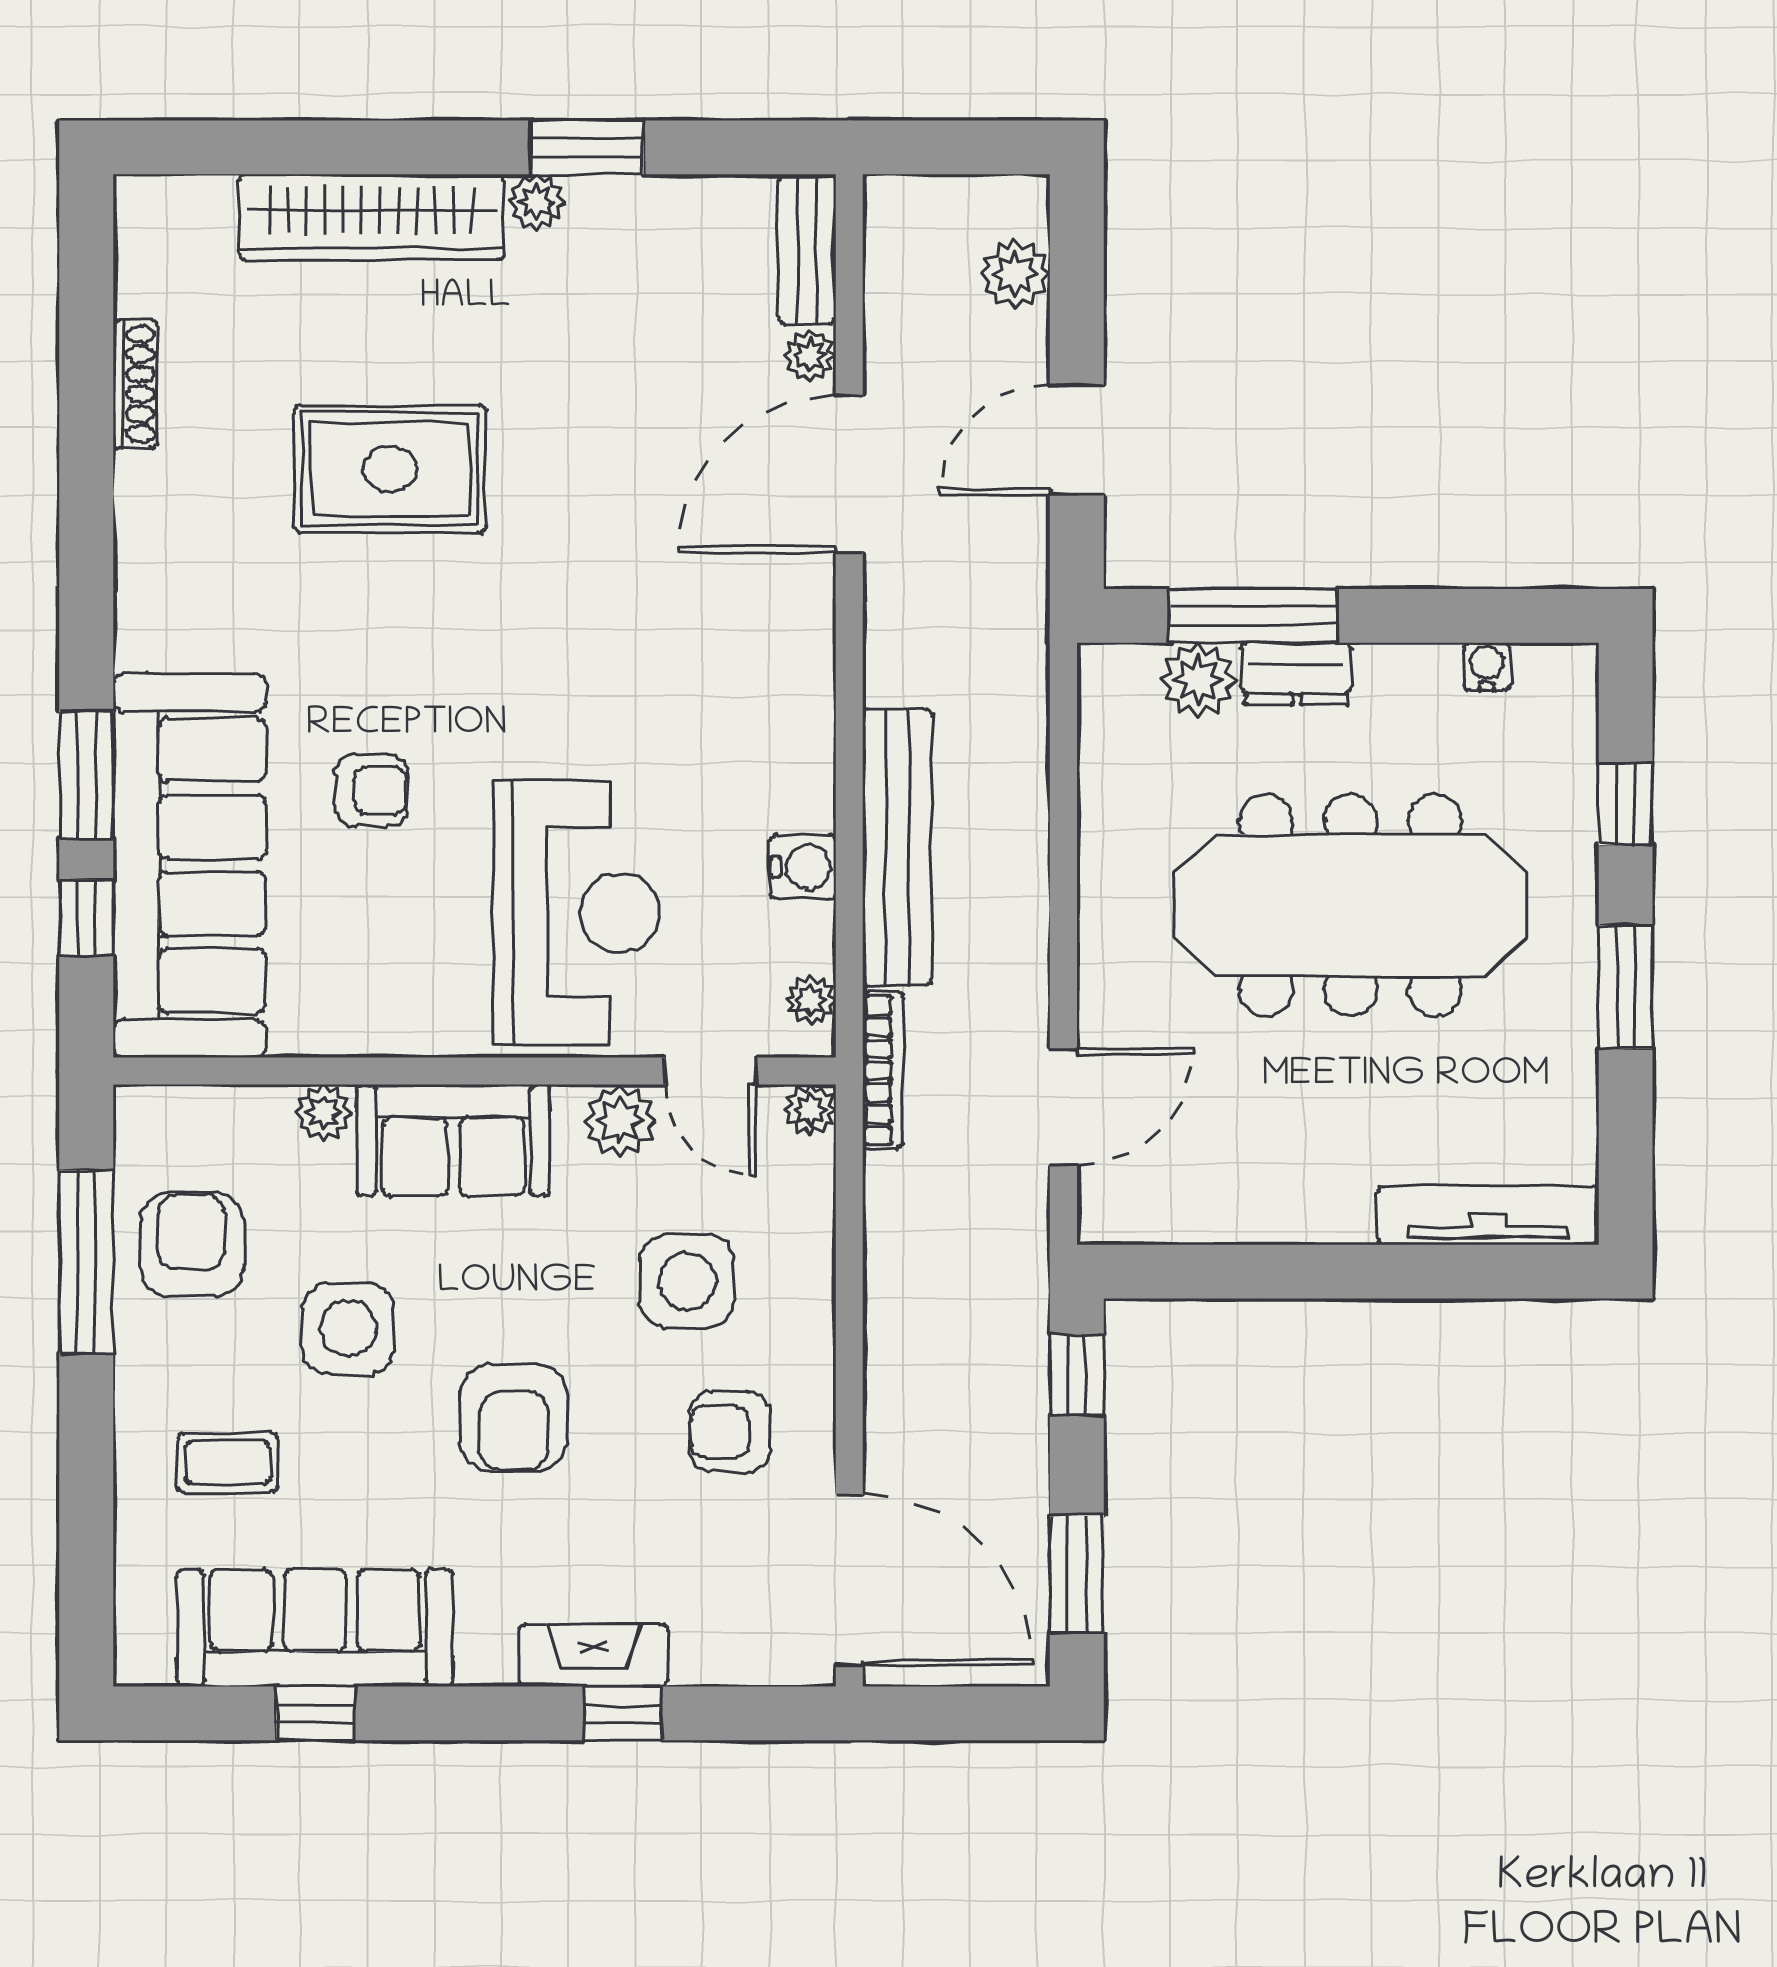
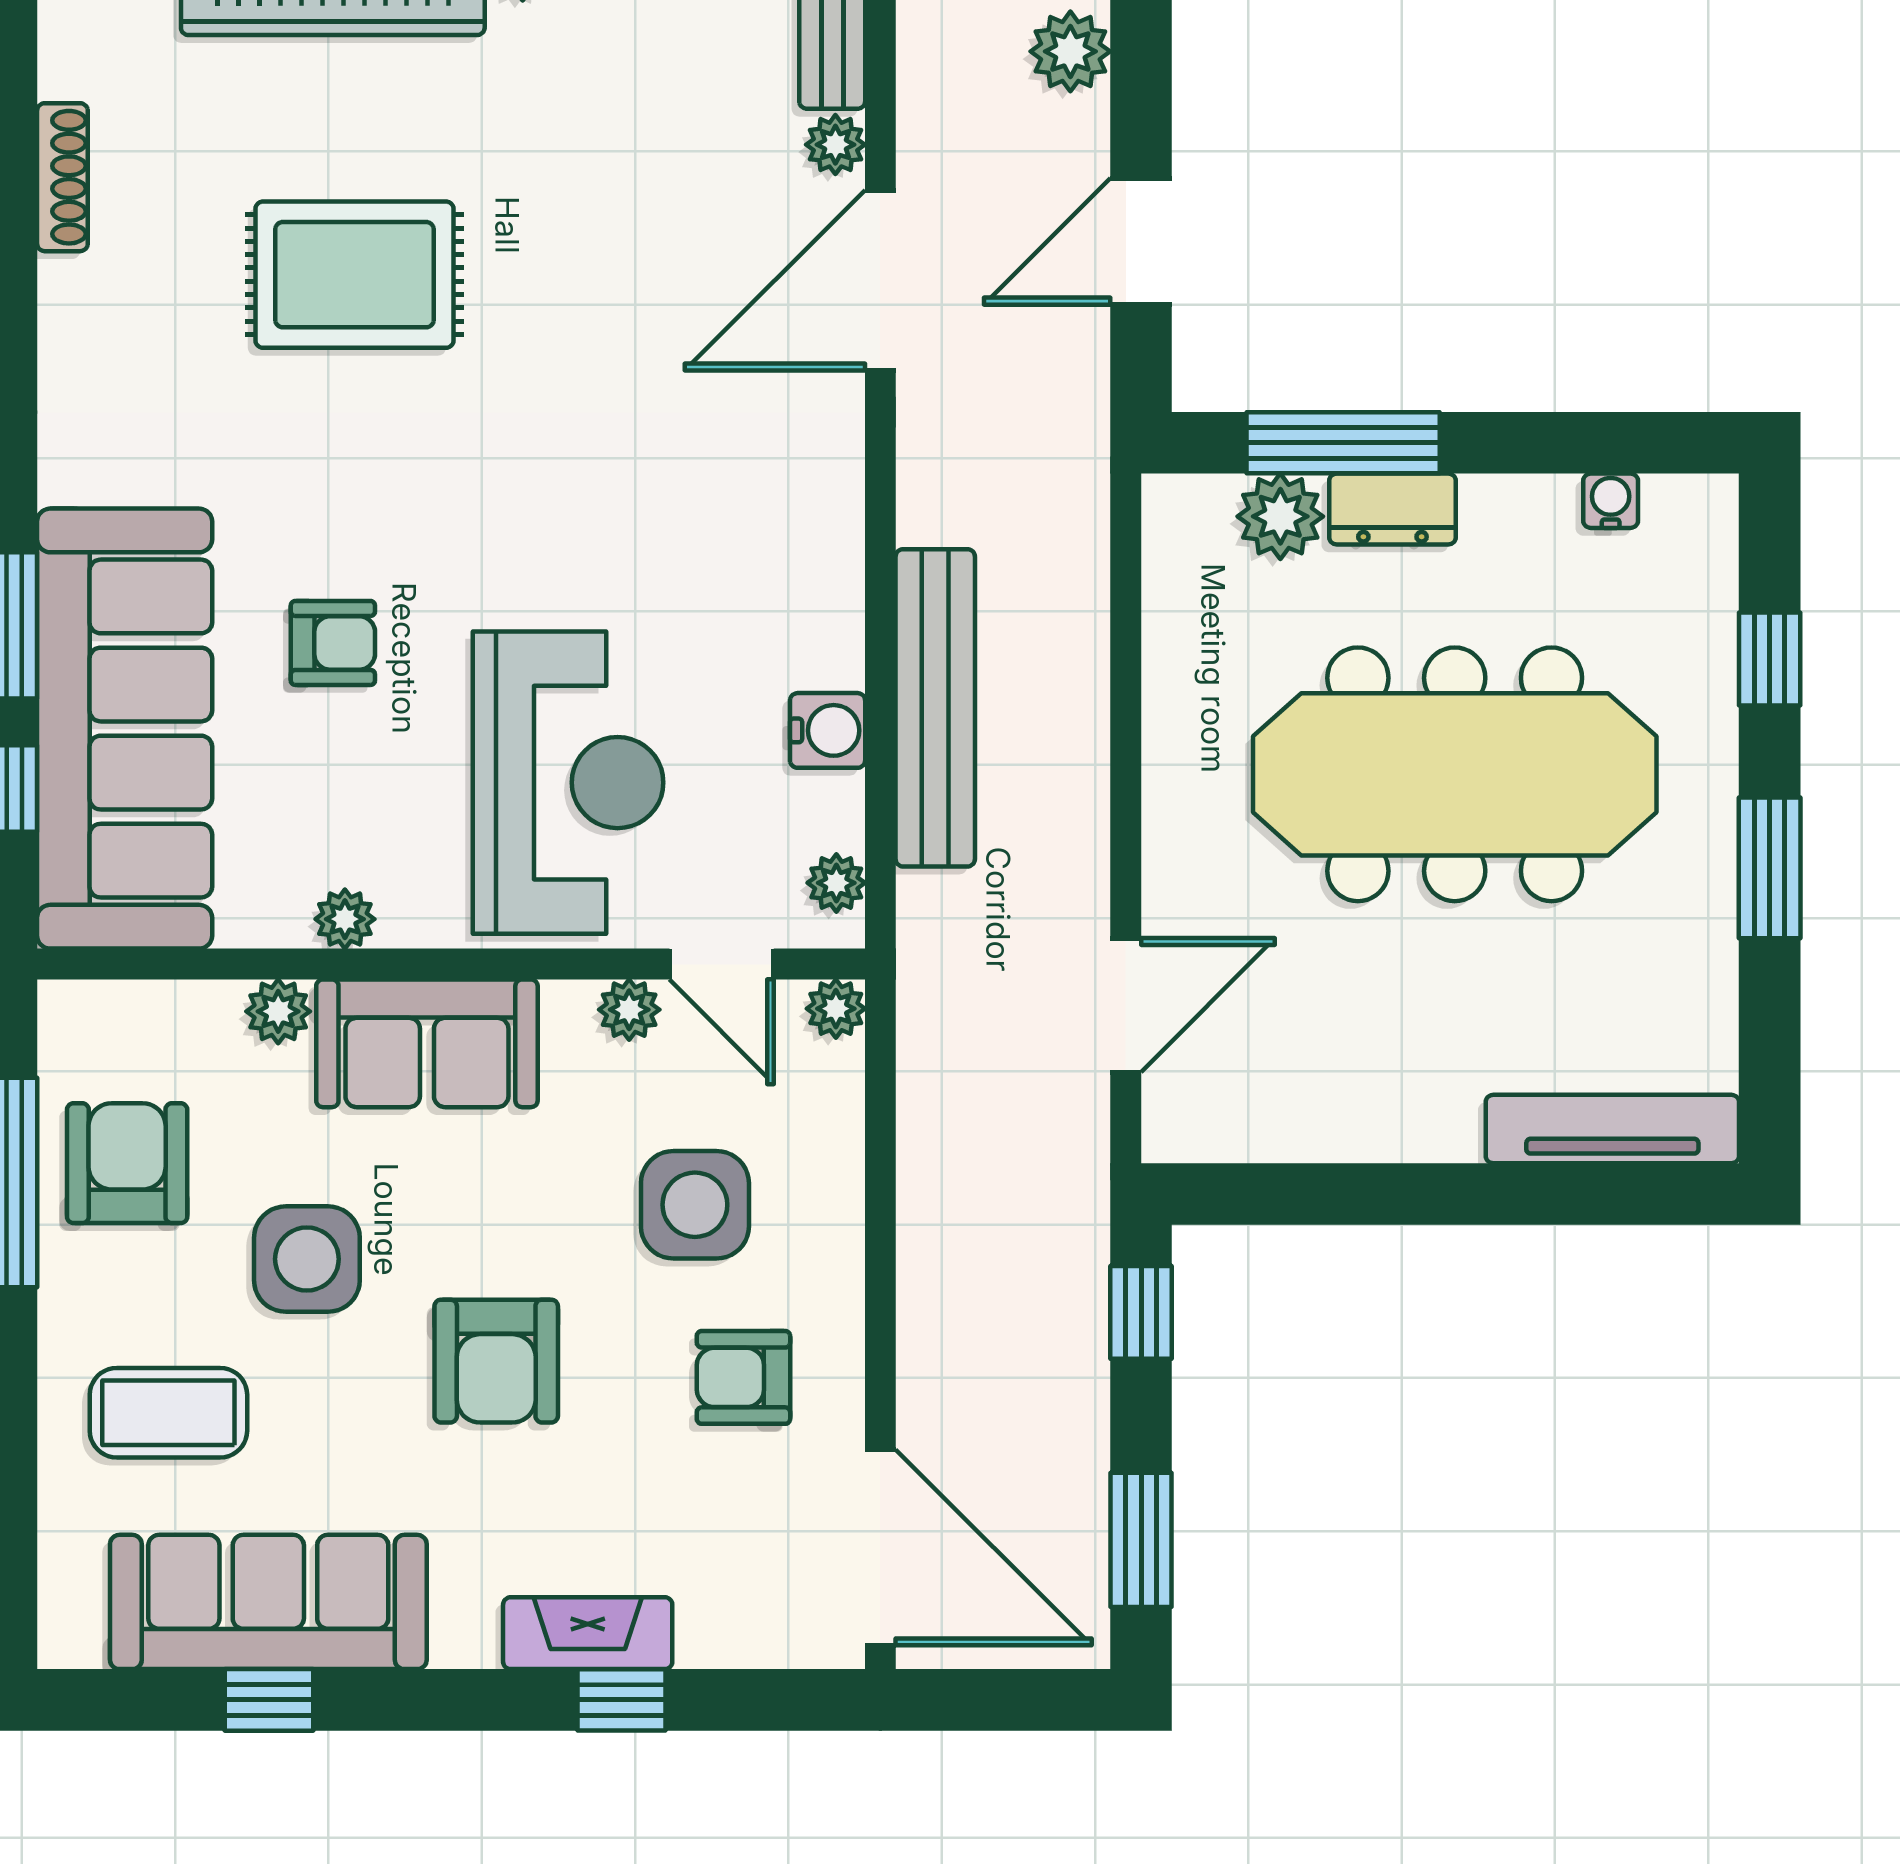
plant: (382, 1032) -> (345, 919), added
bookcase: (883, 1070) -> (919, 963), removed
plant: (620, 1121) -> (629, 1010), width x0.73, depth x0.73
coffee table: (228, 1463) -> (168, 1413), width x1.36, depth x1.30

